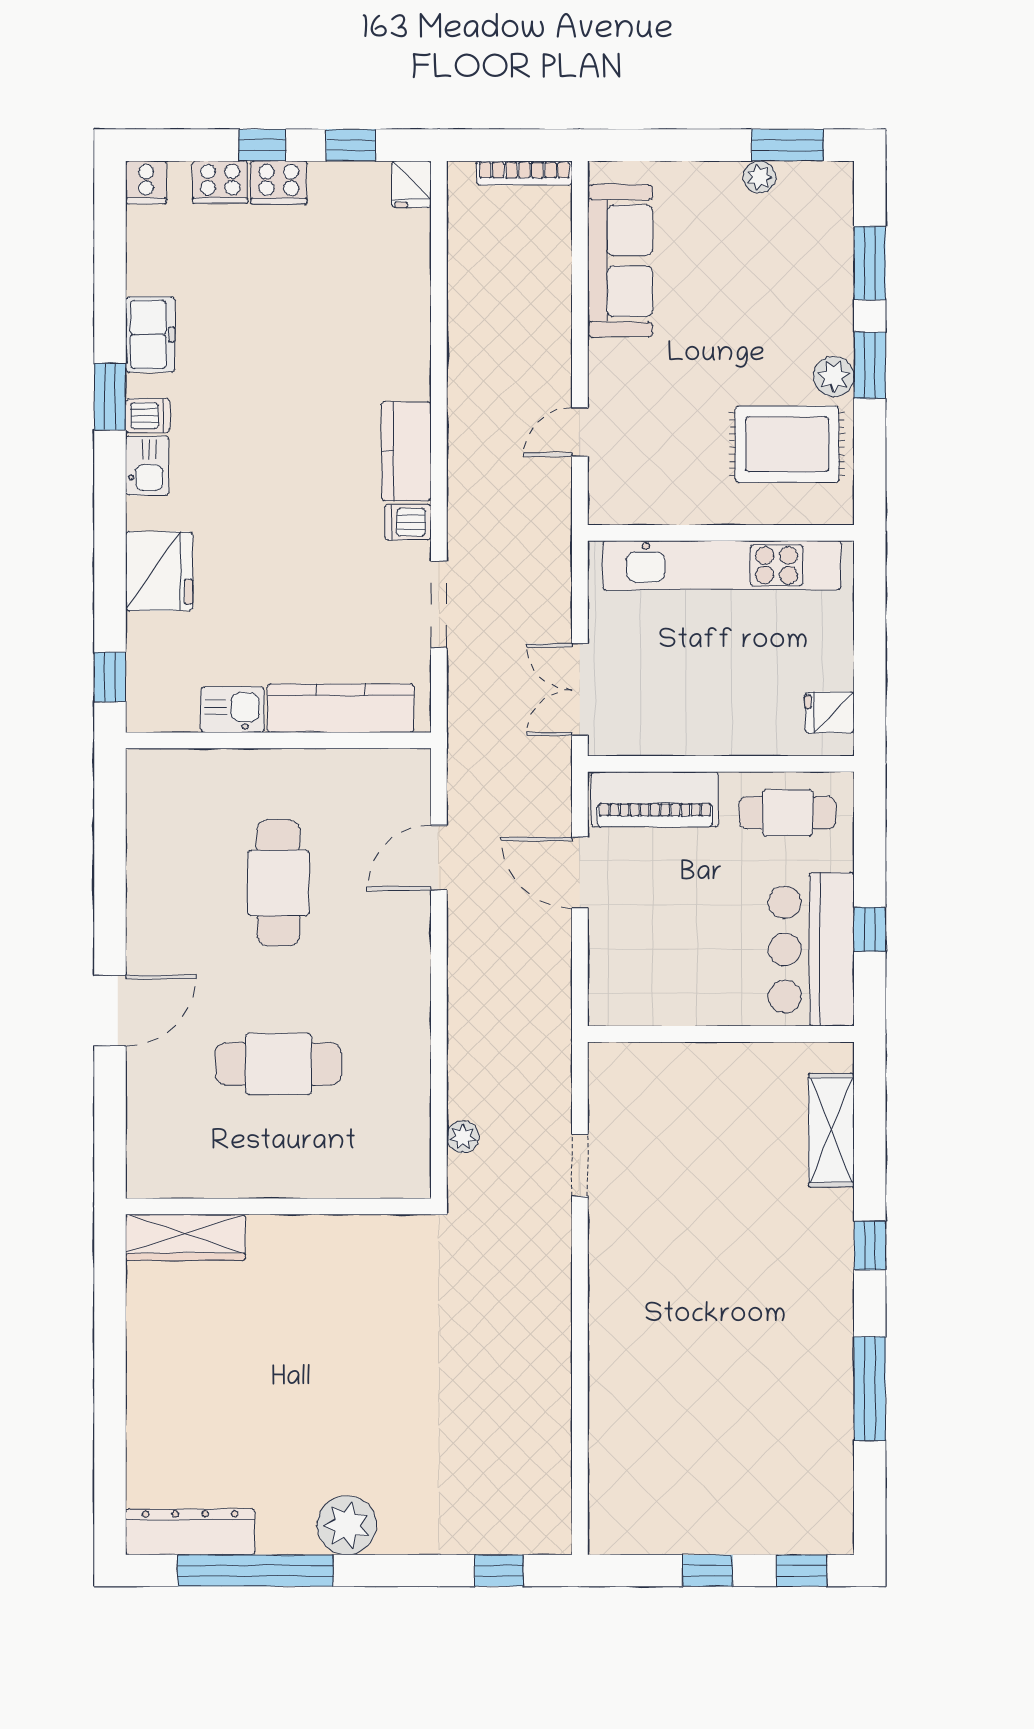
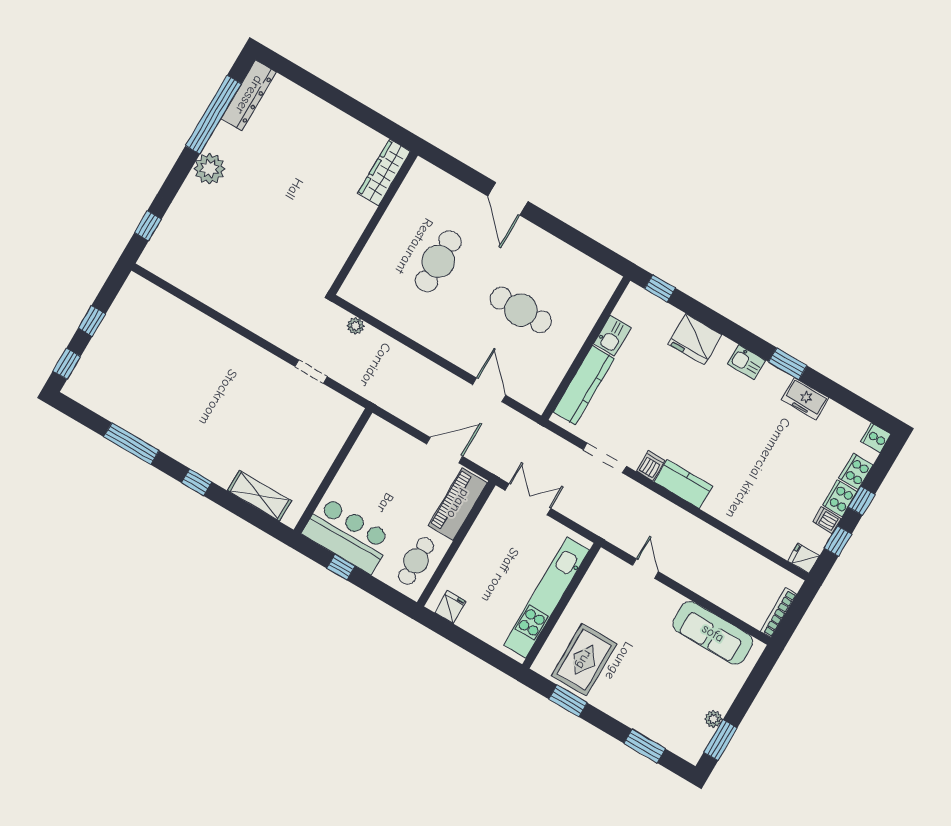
window: (870, 365) -> (568, 701), moved
plant: (834, 376) -> (603, 699), removed
dishwasher: (148, 416) -> (827, 520), moved, turned 90

